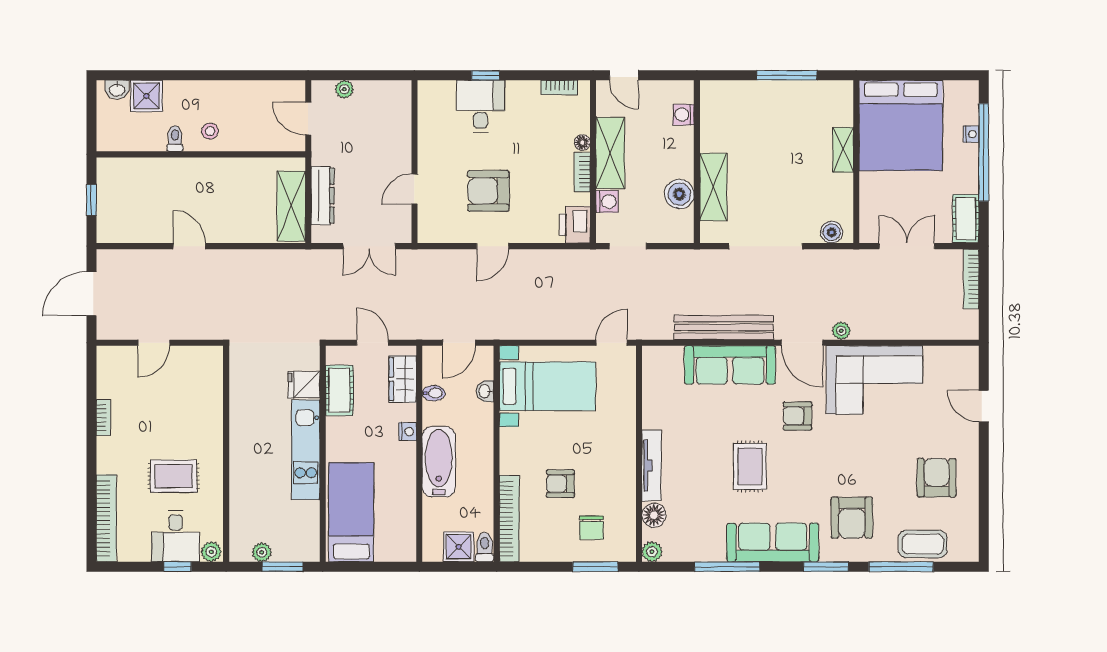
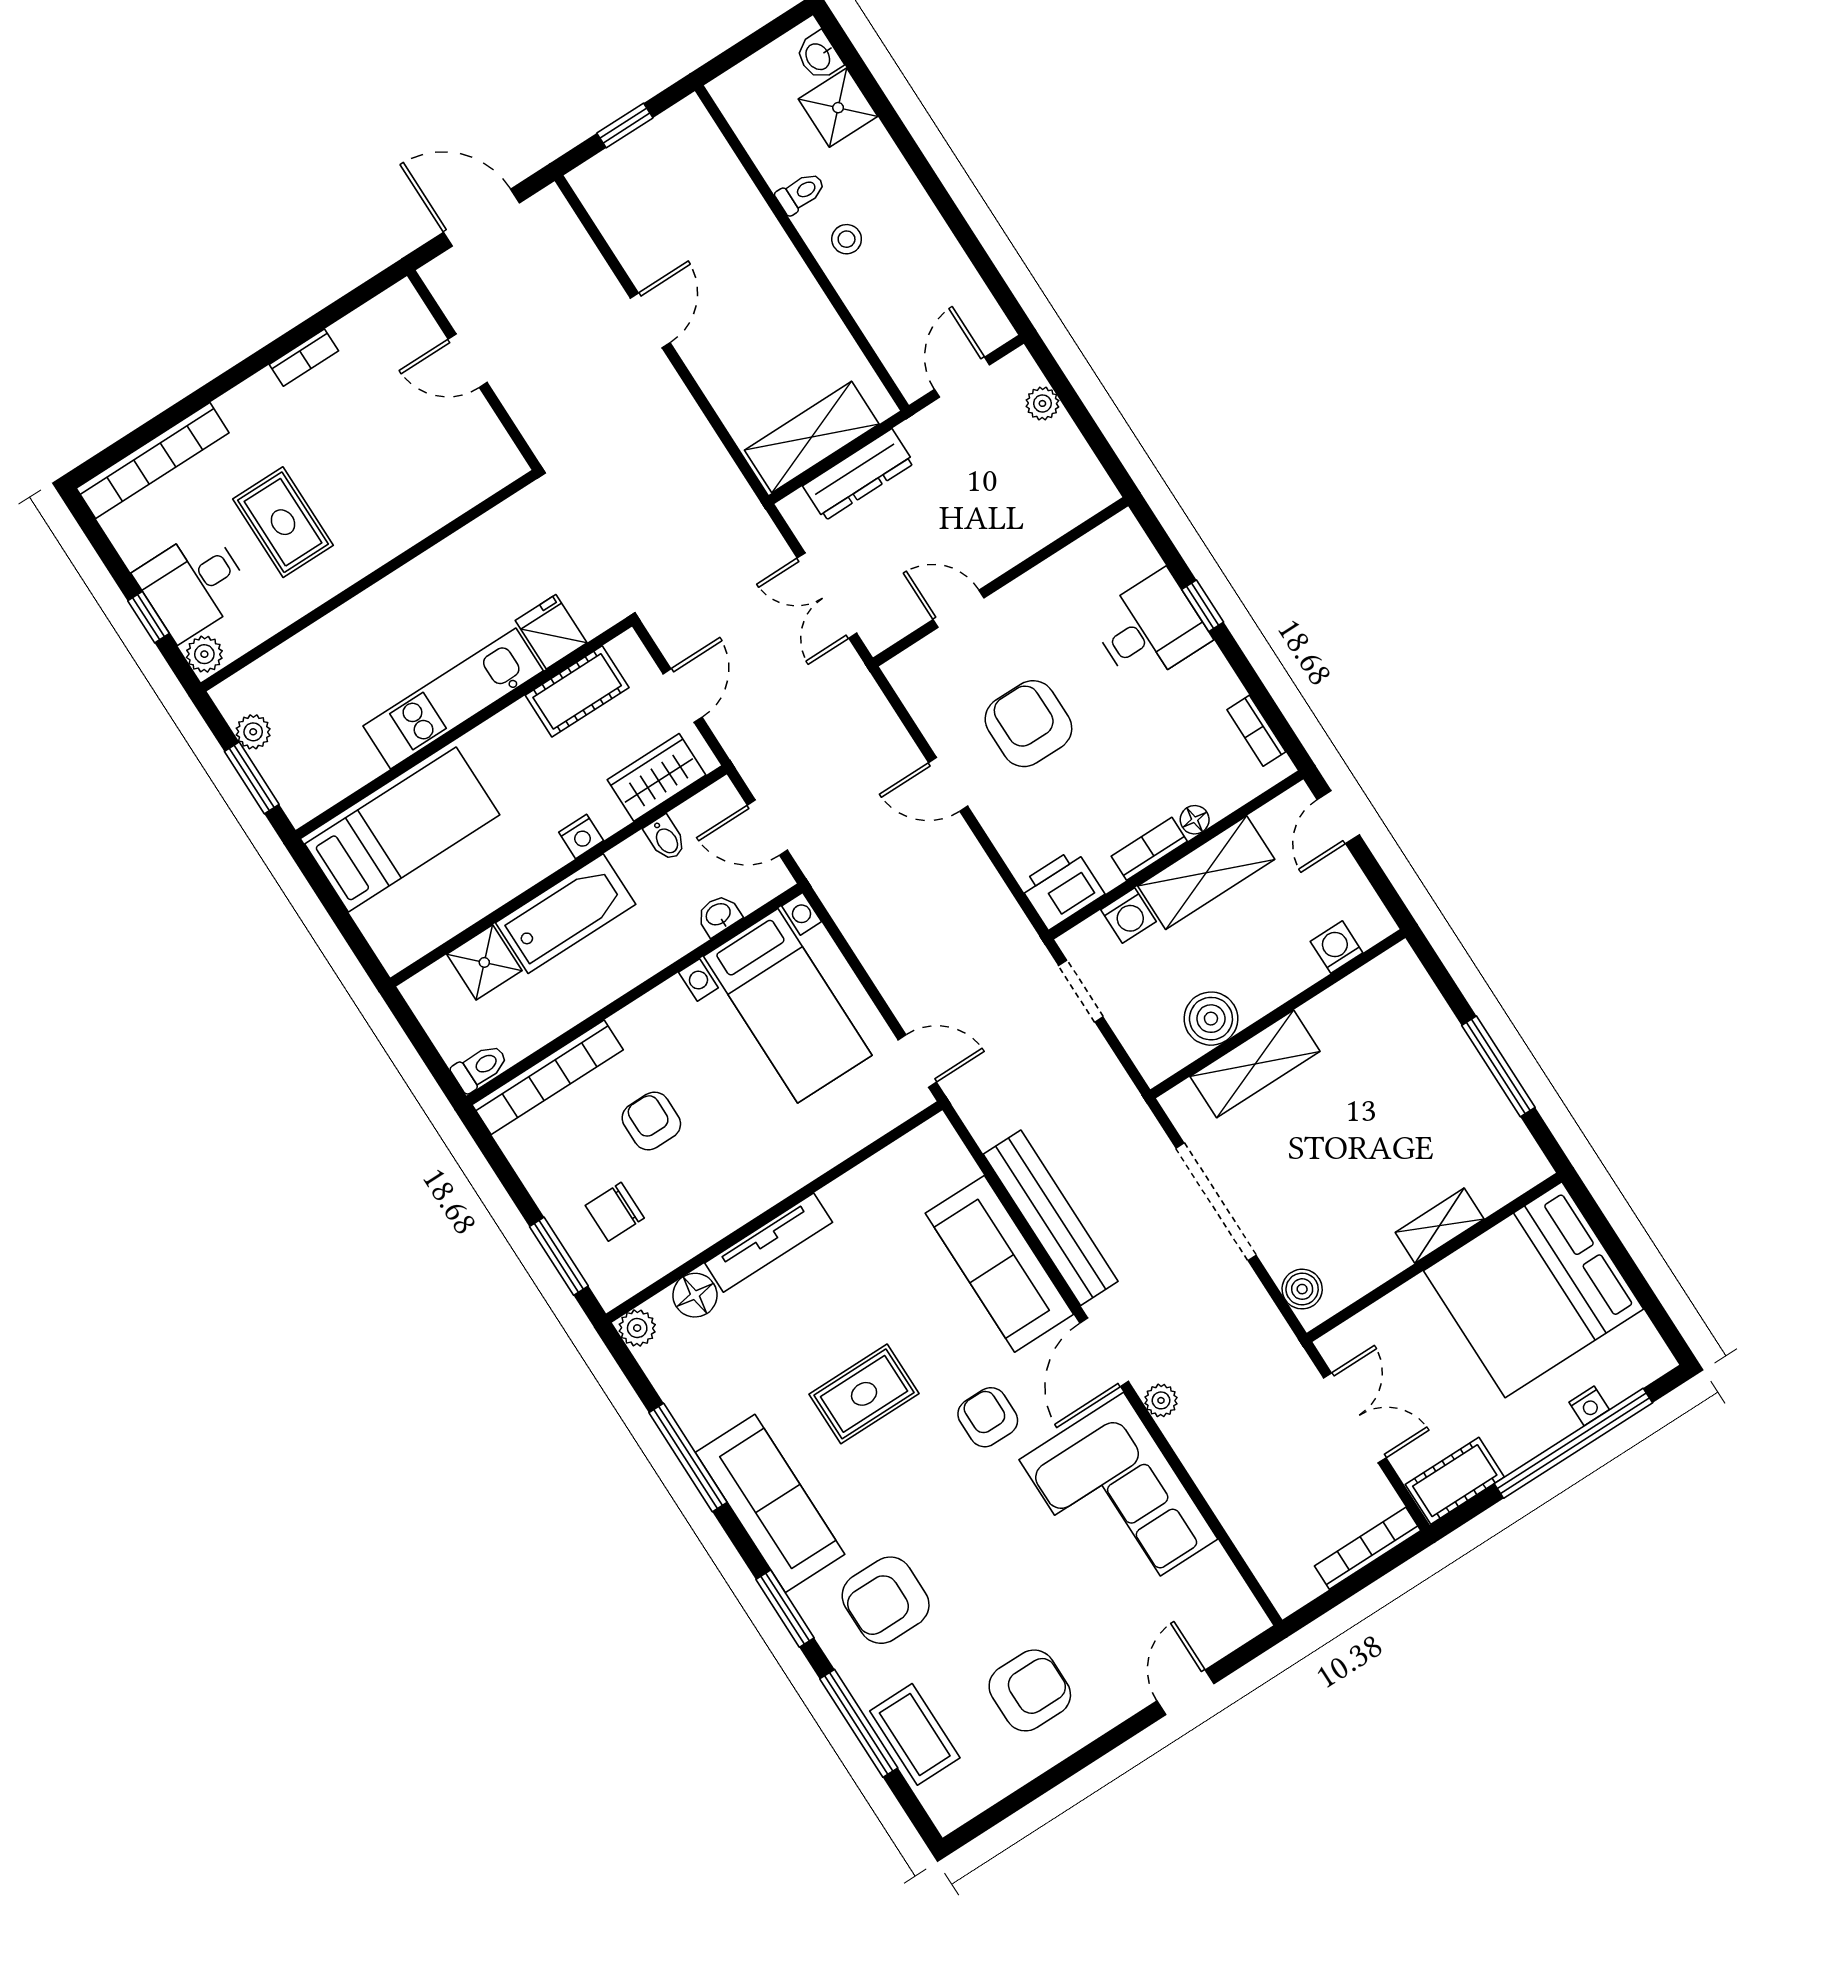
shower: (459, 547) -> (484, 962), moved

